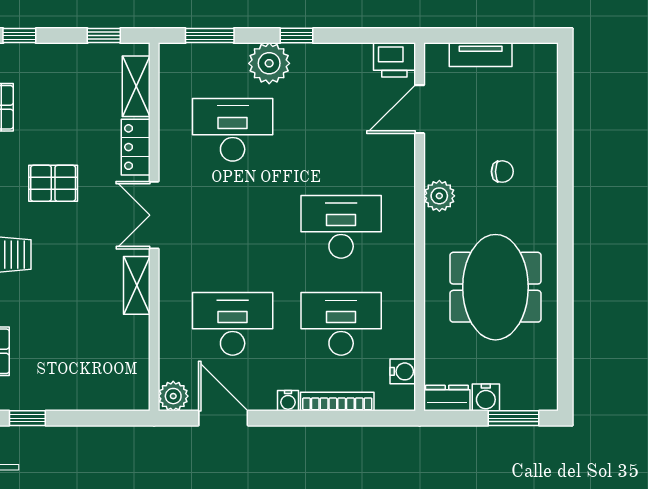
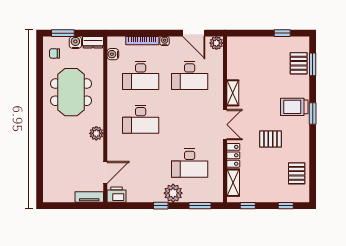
tv unit: (481, 55) -> (89, 197), moved
chair: (502, 172) -> (55, 53), moved

